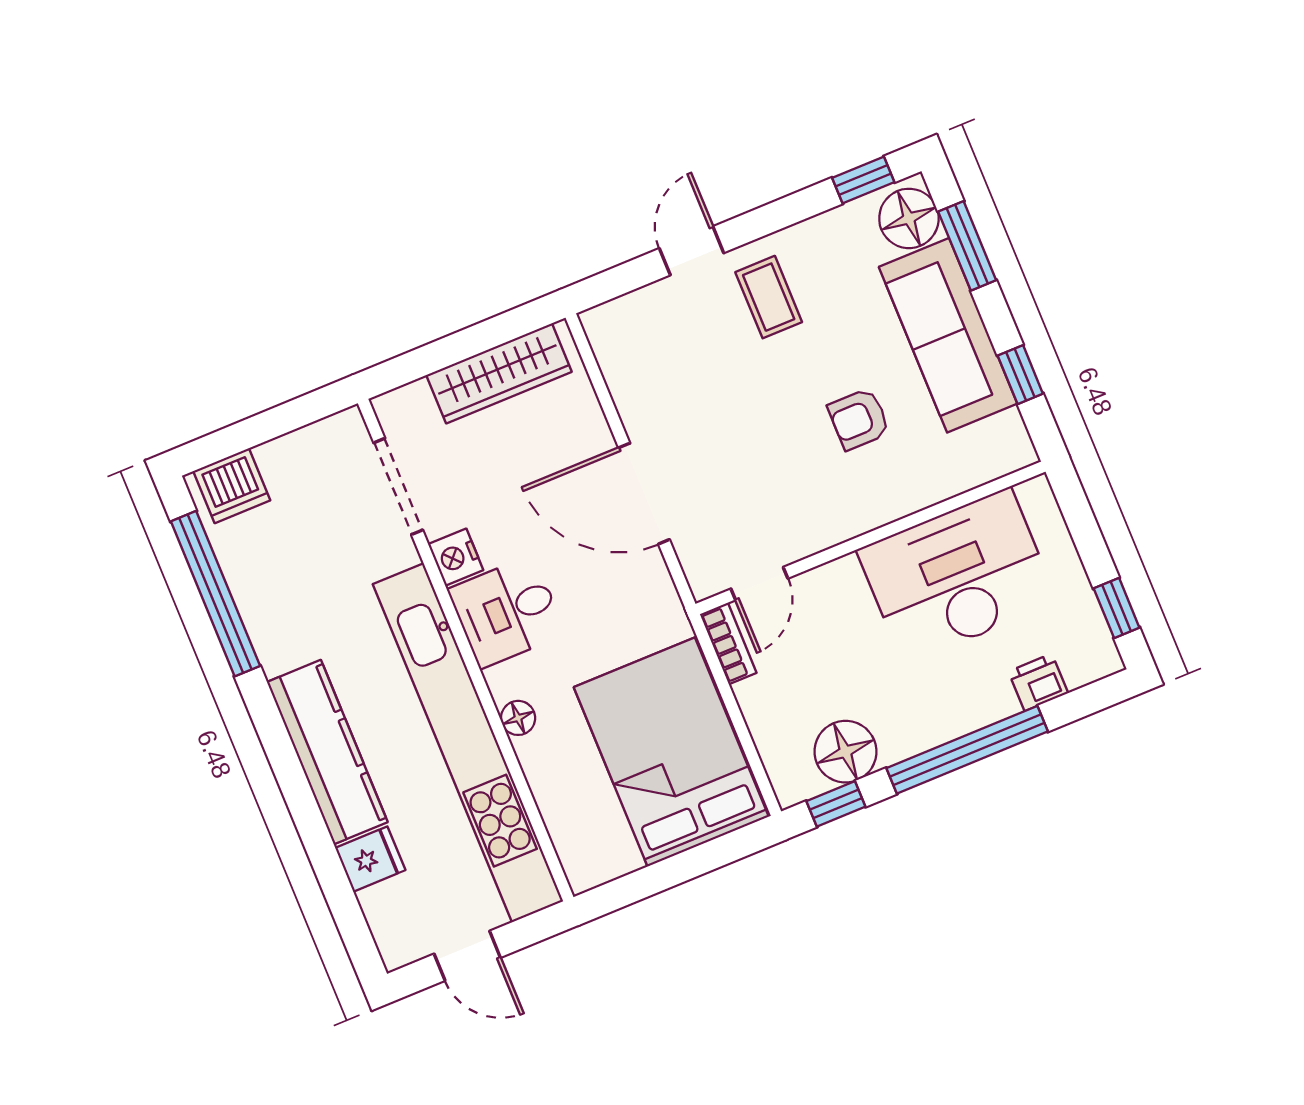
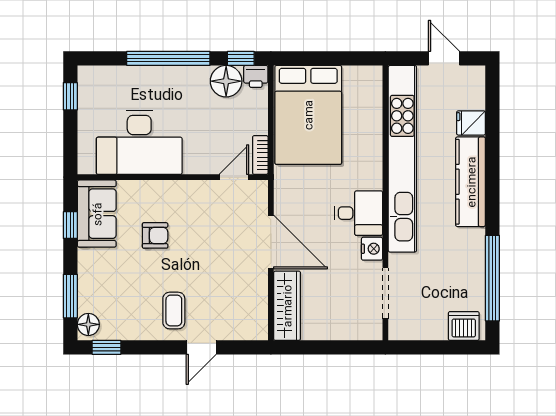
floor lamp: (909, 218) -> (88, 324), width x0.73, depth x0.73
sofa: (948, 335) -> (97, 214), moved, width x0.73
wardrobe: (499, 373) -> (287, 306), moved, turned 90
printer: (1038, 682) -> (256, 76), moved
floor lamp: (518, 718) -> (374, 161), removed

